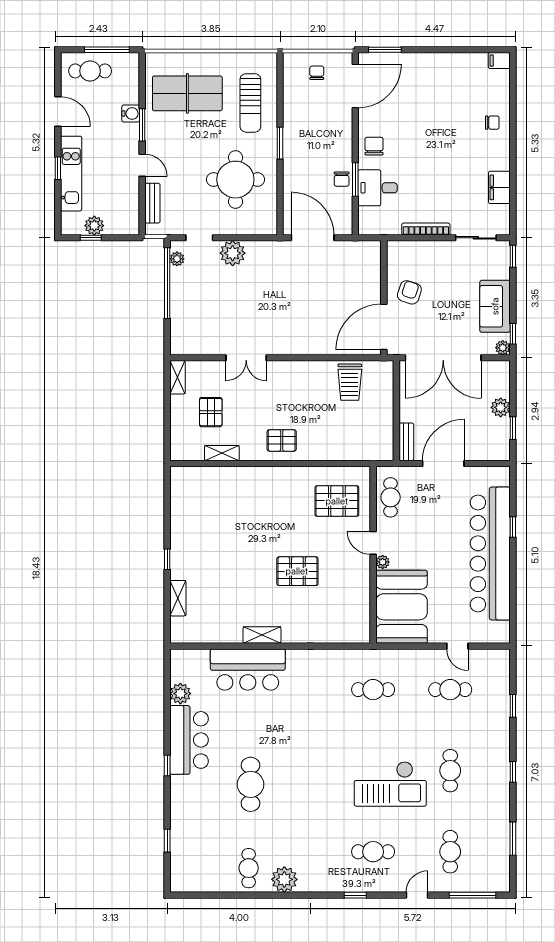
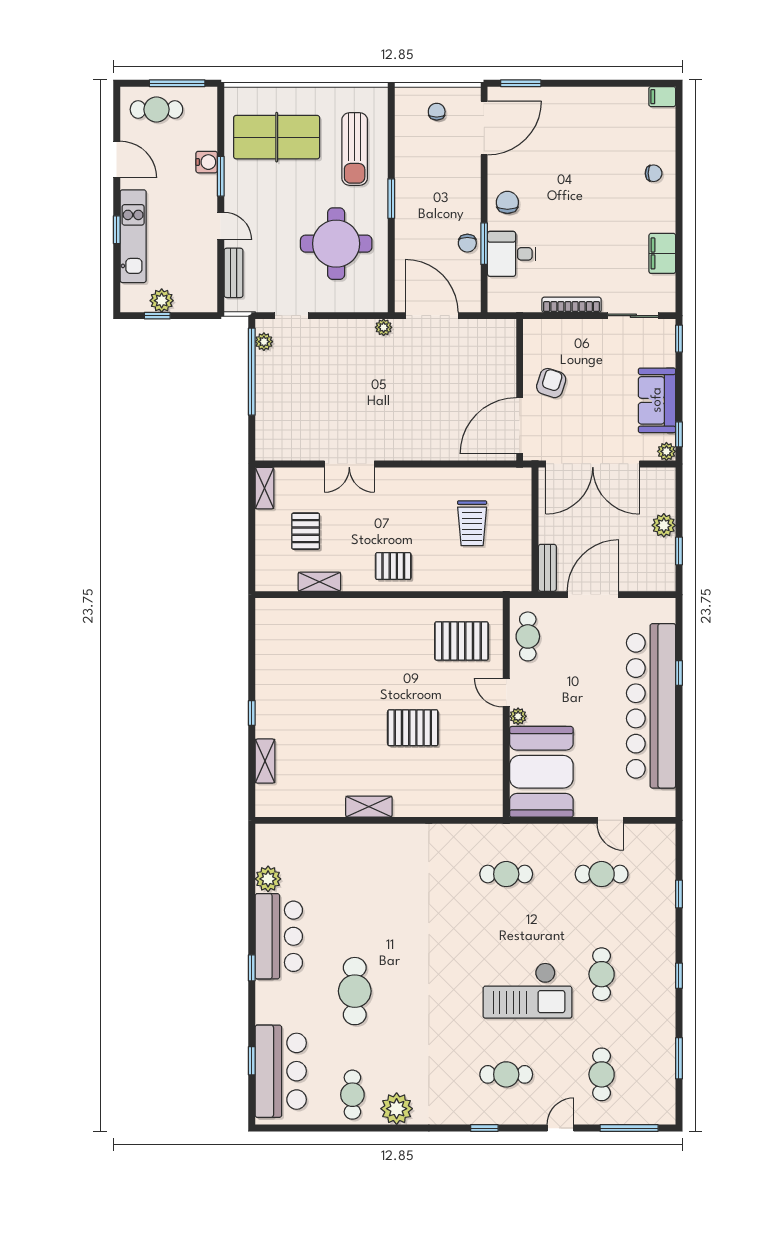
plant: (233, 253) -> (384, 327), moved, width x0.53, depth x0.53
trolley: (350, 382) -> (472, 523), moved
bar counter: (248, 670) -> (281, 1071), moved, turned -90

